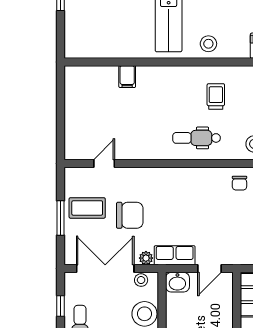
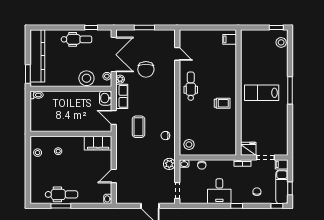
stool: (208, 44) -> (249, 117), removed
filing cabinet: (127, 77) -> (230, 39), moved
trolley: (216, 97) -> (222, 103), moved
dental chair: (197, 138) -> (191, 86), moved
coffee table: (87, 208) -> (138, 127), moved

